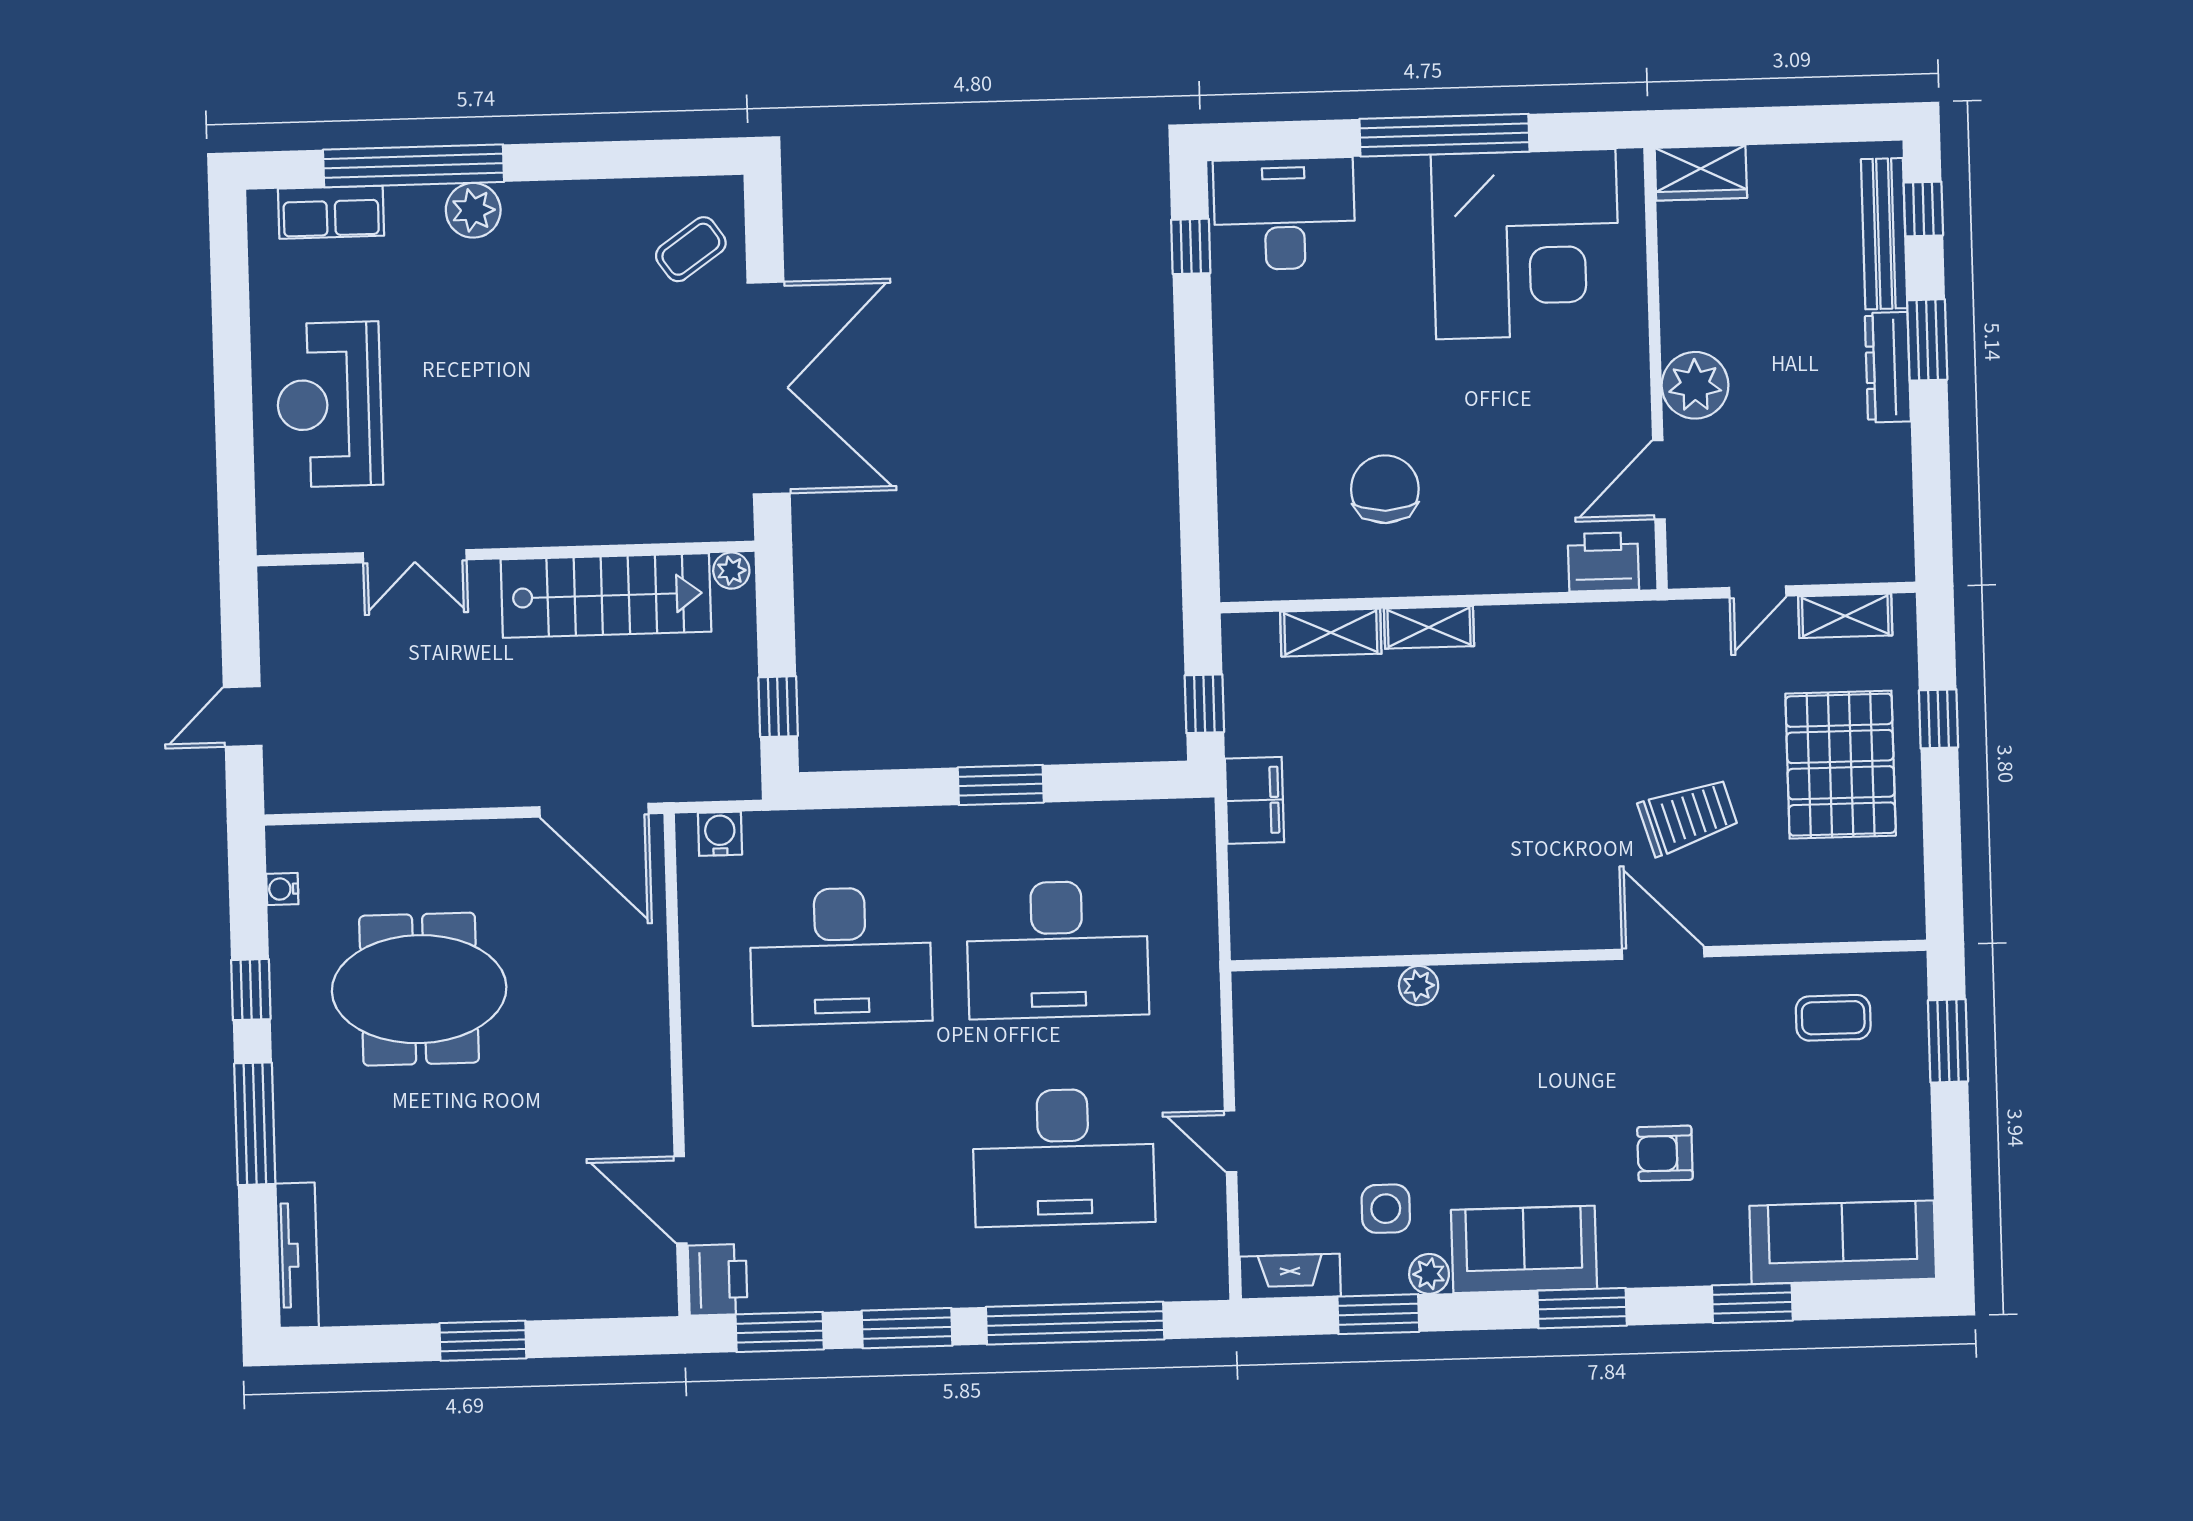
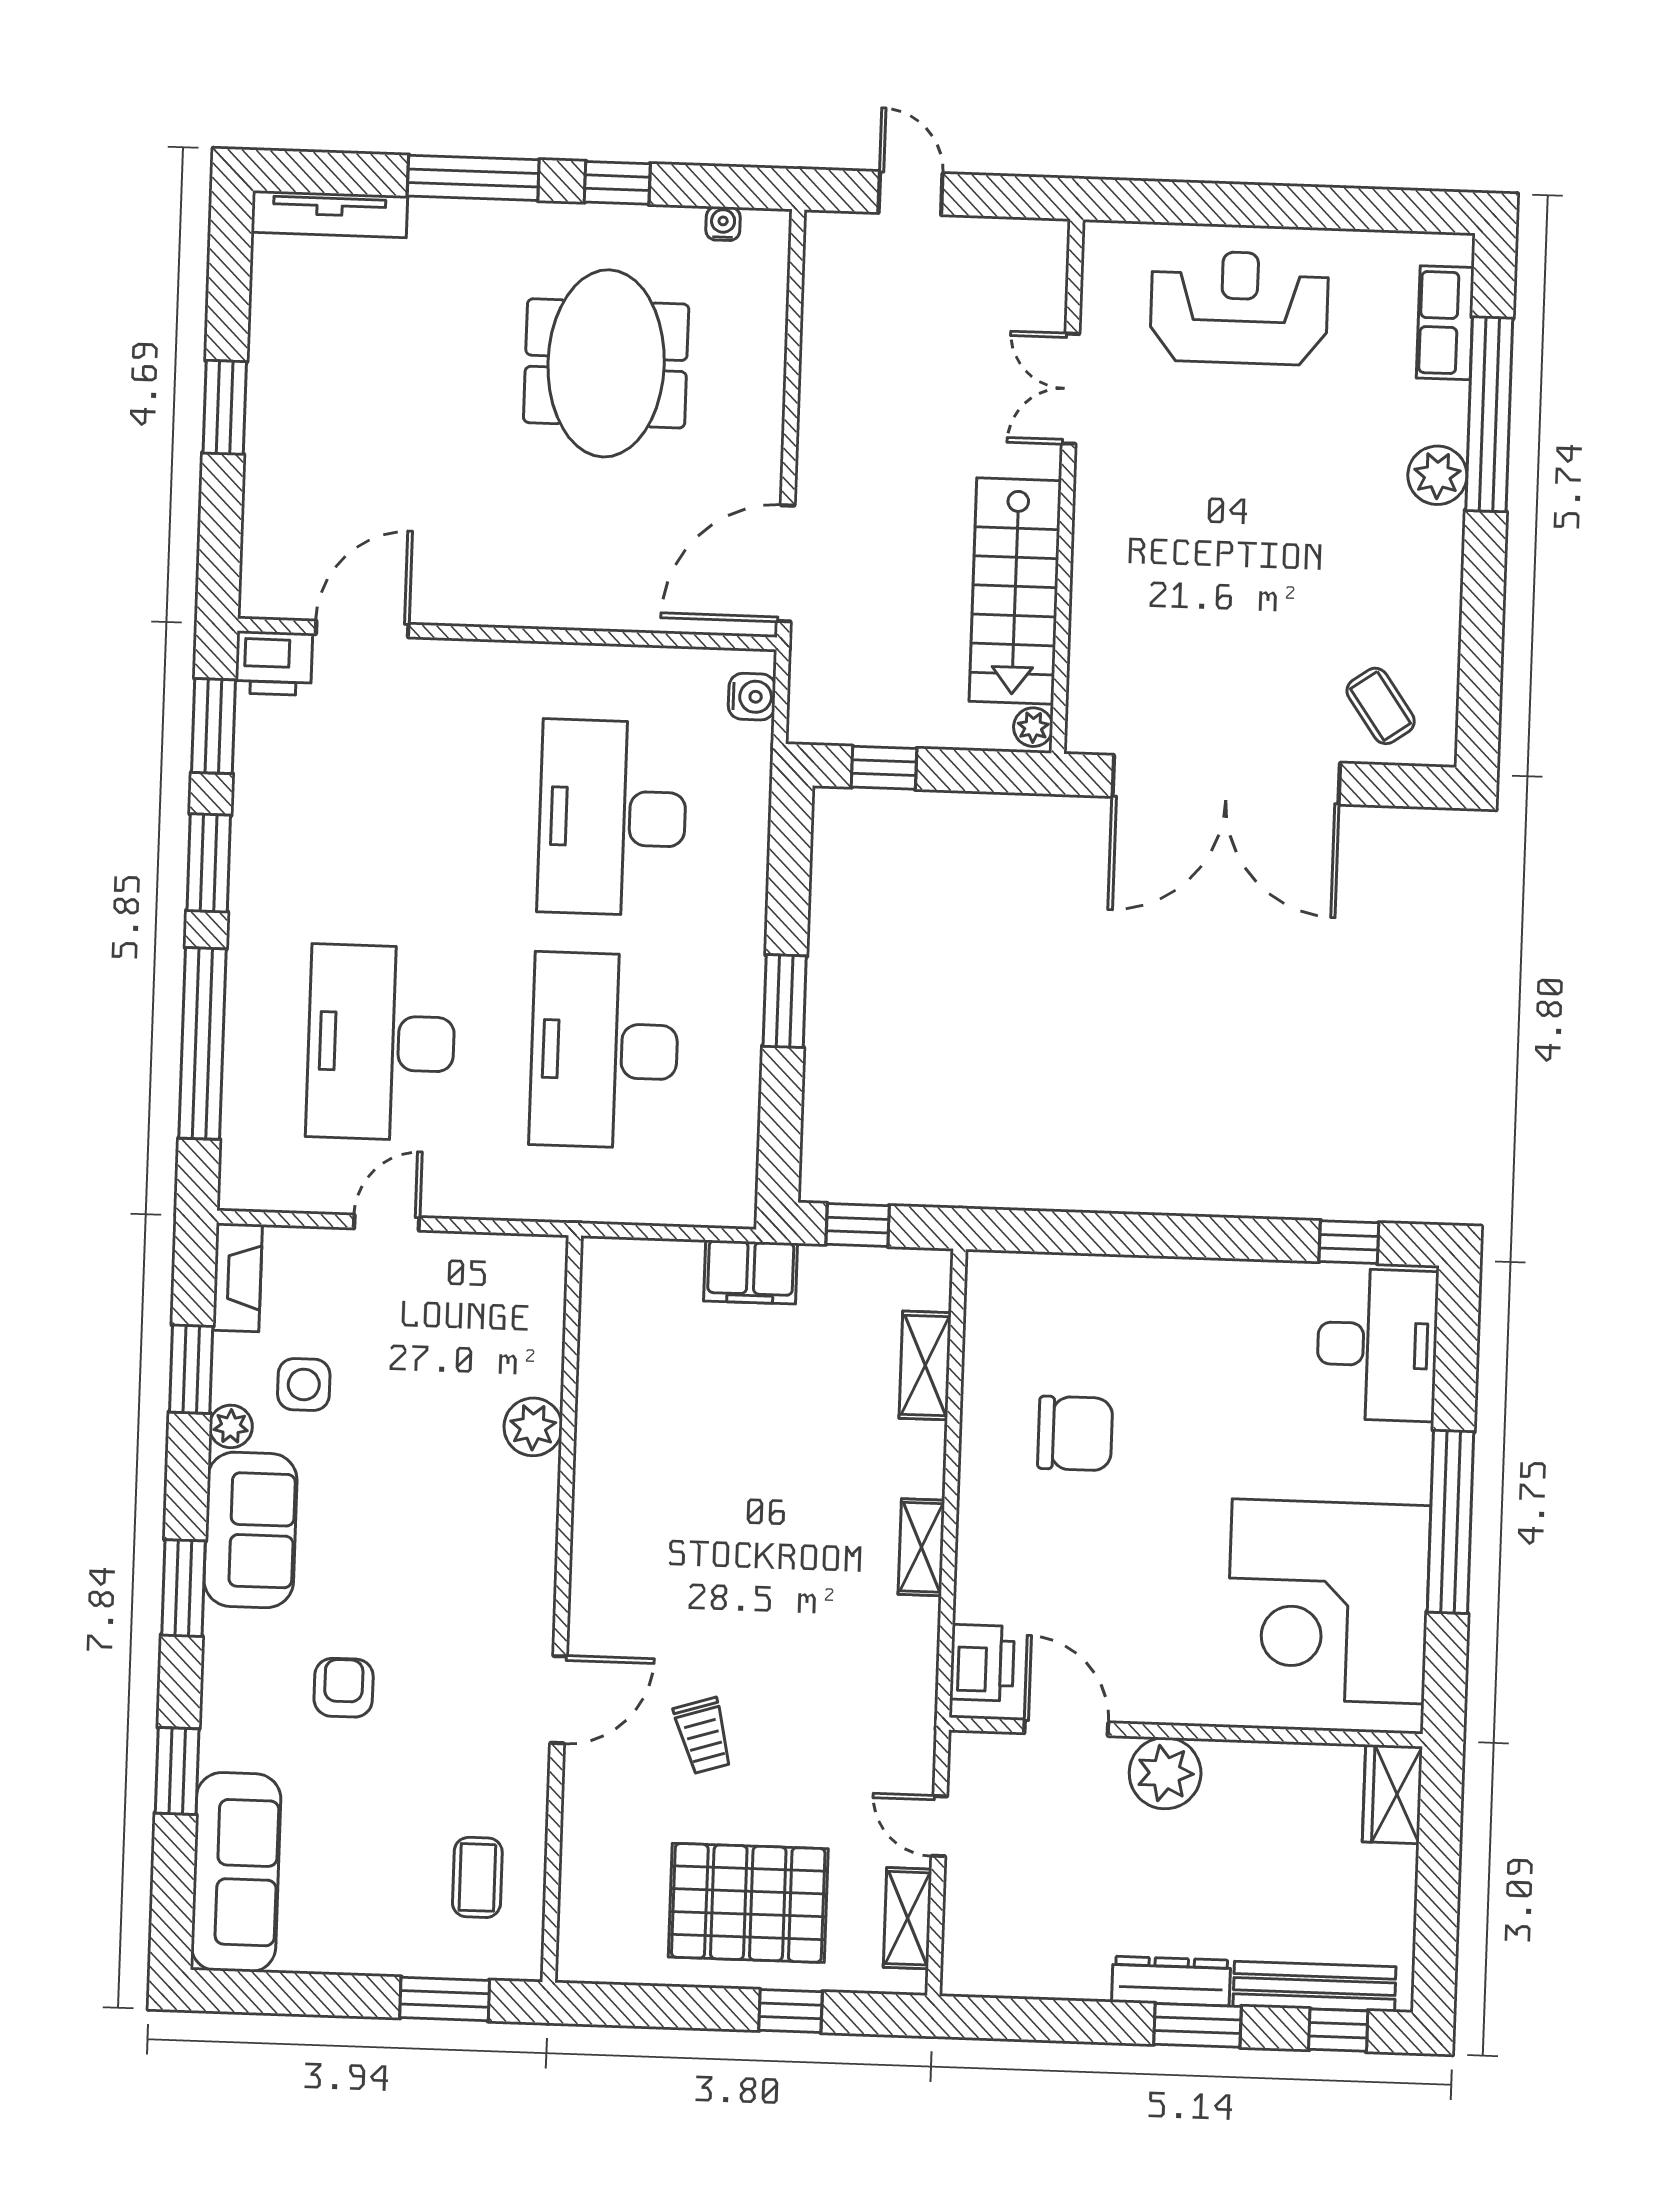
shelving: (1429, 627) -> (921, 1547), moved
trolley: (1688, 816) -> (703, 1736), width x0.73, depth x0.72
plant: (1419, 986) -> (533, 1427), width x1.38, depth x1.38

